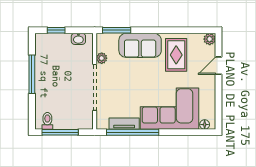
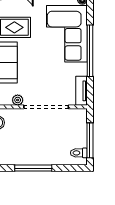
tv unit: (124, 124) -> (81, 91), moved
window: (133, 132) -> (90, 51), moved

